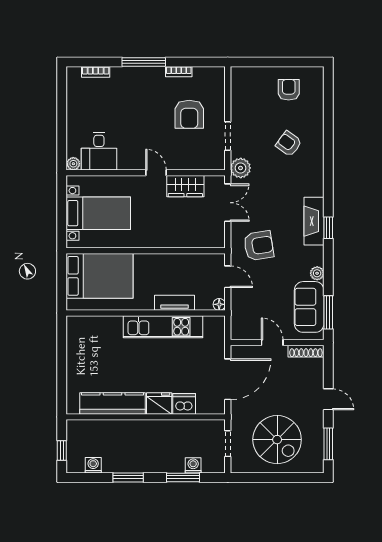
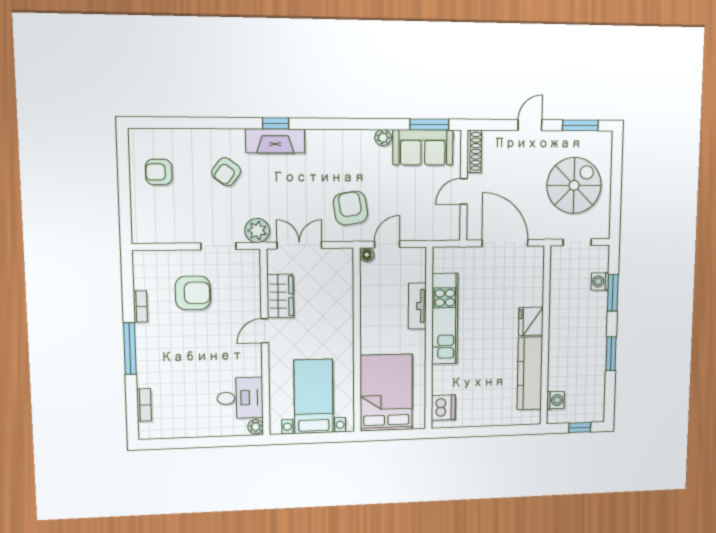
fireplace: (314, 221) -> (275, 141), moved
window: (328, 228) -> (276, 123), moved
floor lamp: (219, 304) -> (367, 255), moved
dishwasher: (184, 404) -> (443, 408), moved, turned 180
washing machine: (93, 465) -> (555, 400), moved, turned 180

